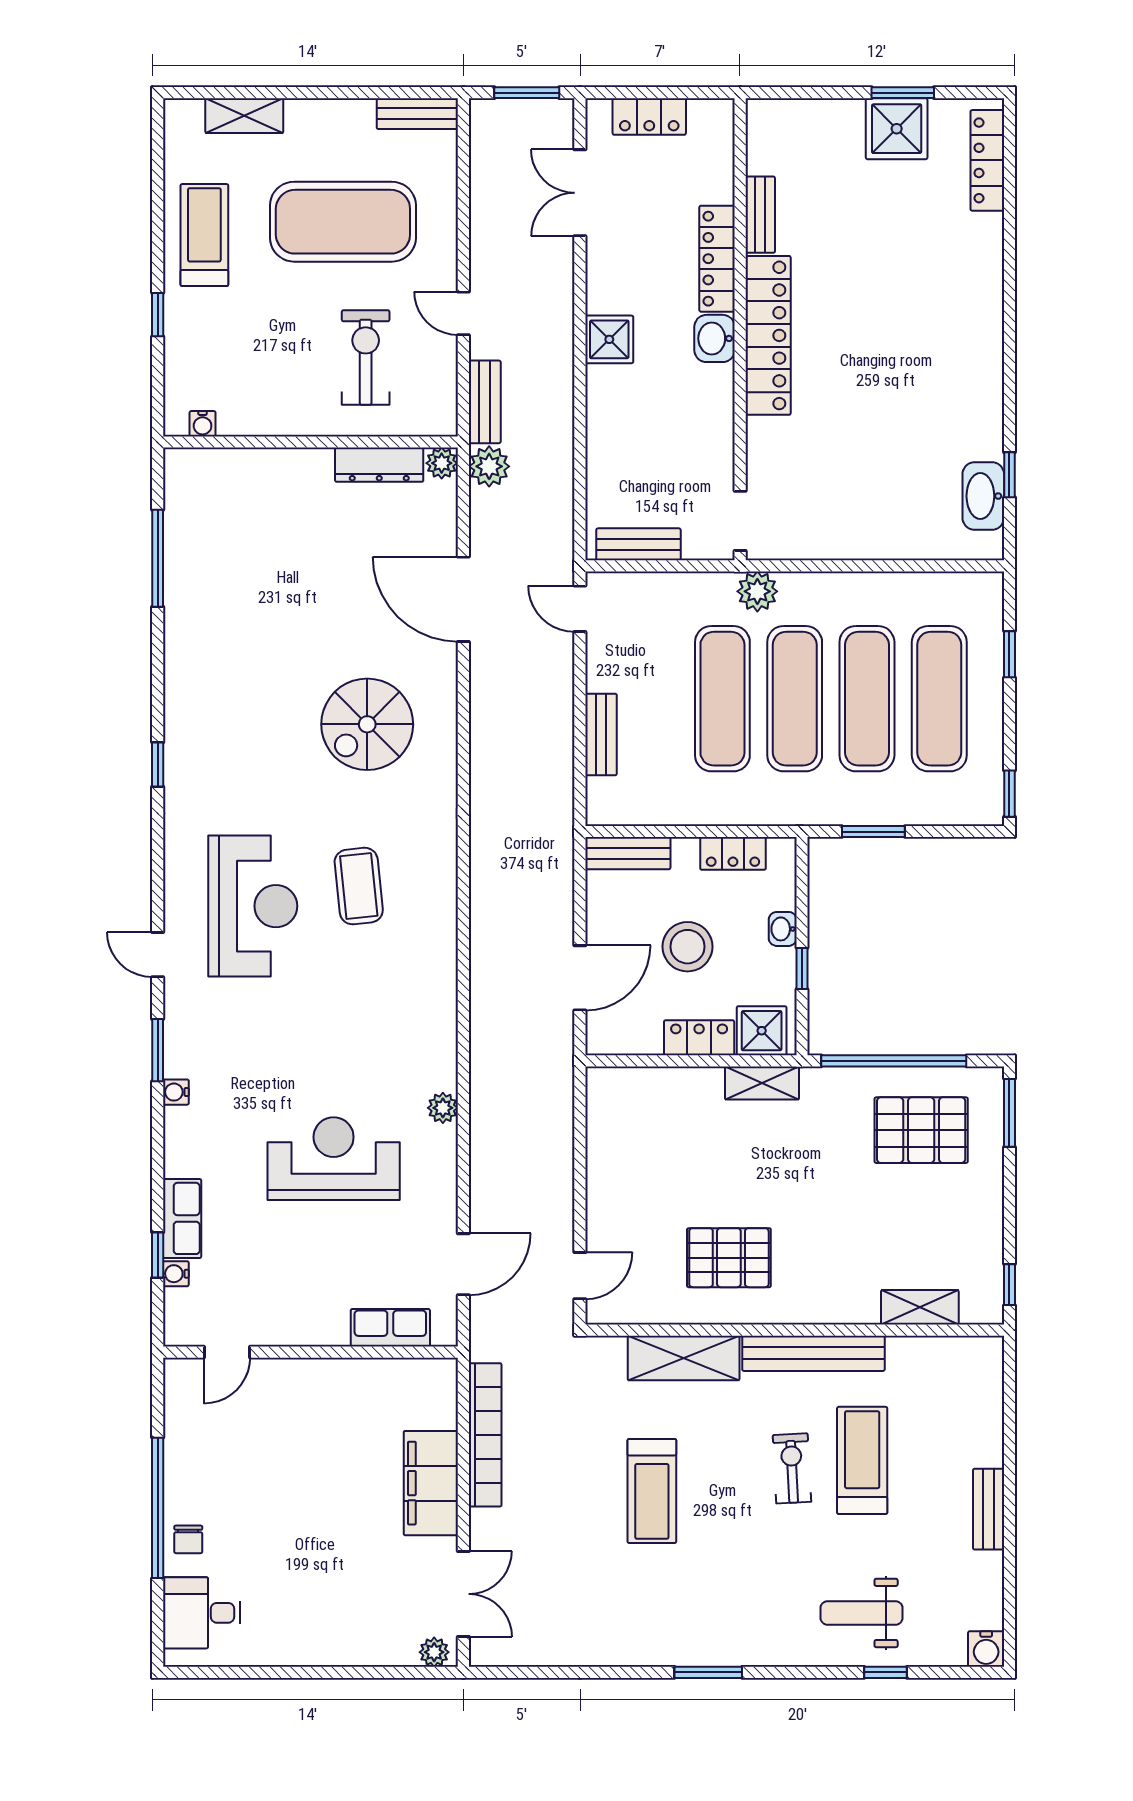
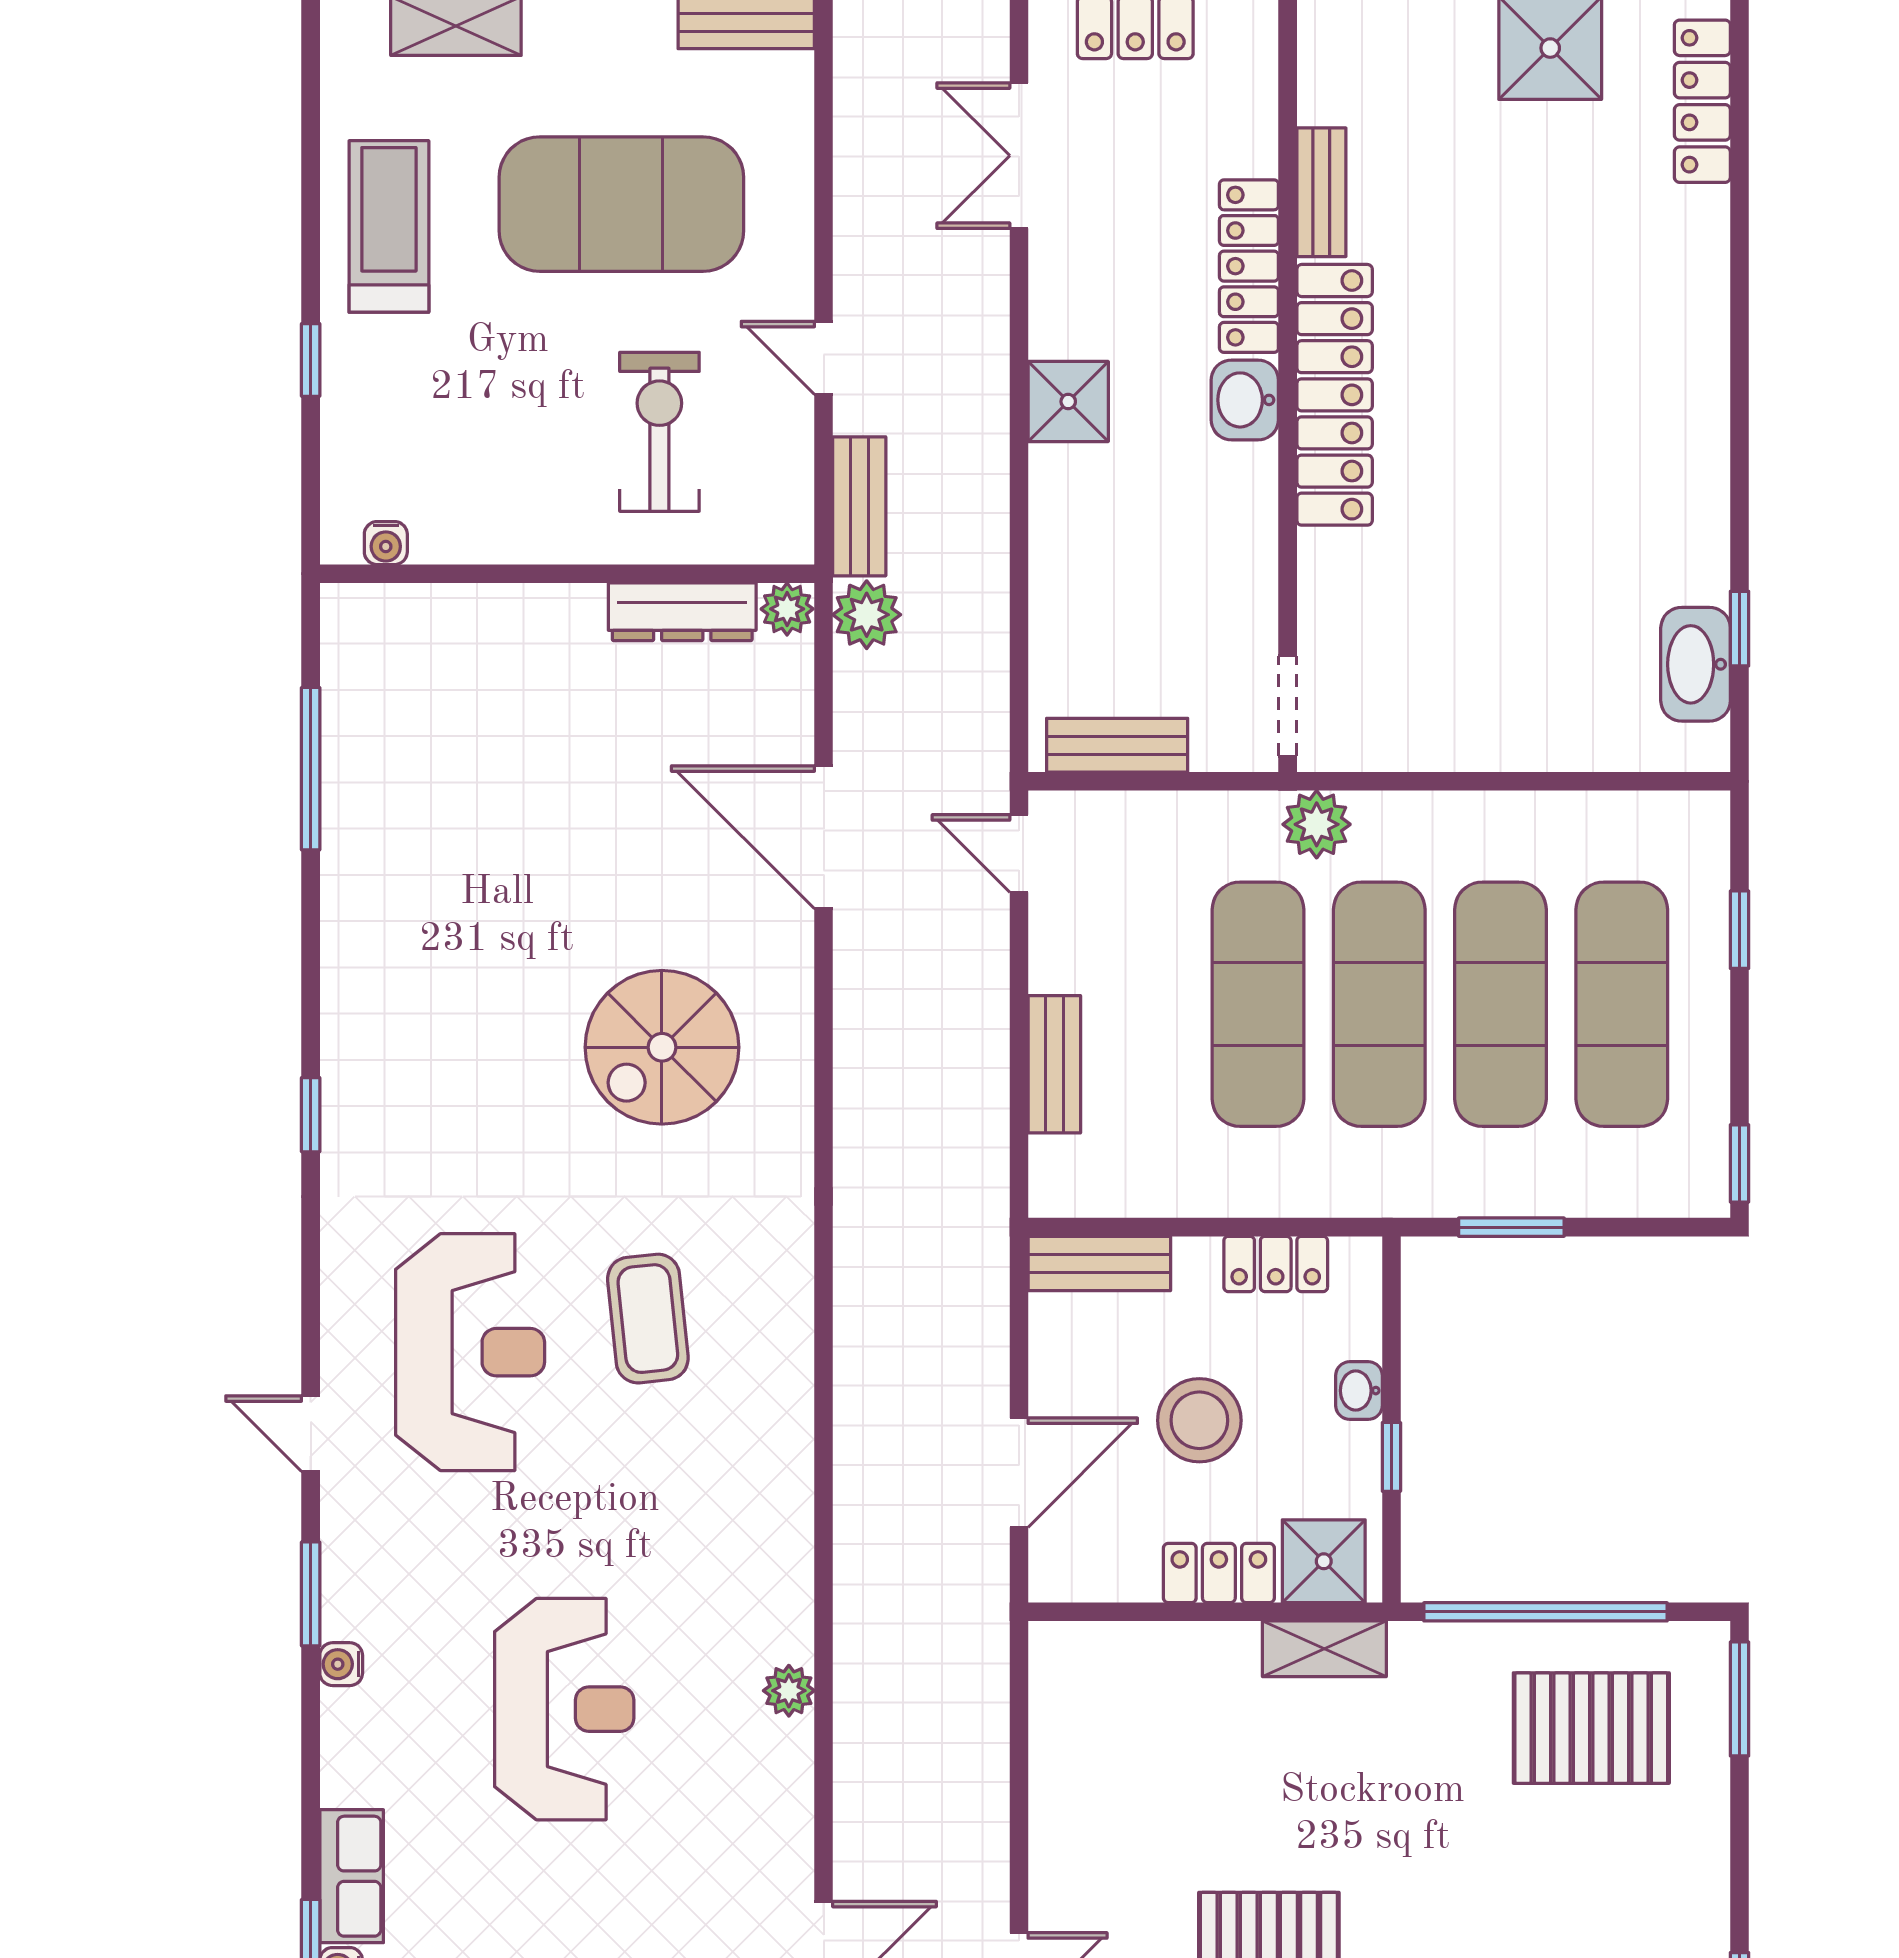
reception desk: (334, 1159) -> (564, 1709), moved, turned 90

